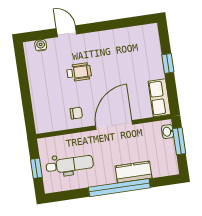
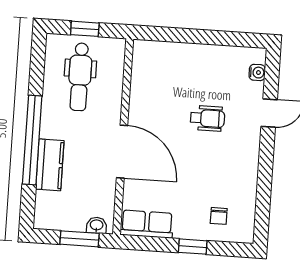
wheelchair: (79, 72) -> (208, 118), turned -90
chair: (76, 113) -> (219, 216), moved

